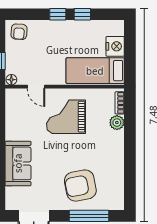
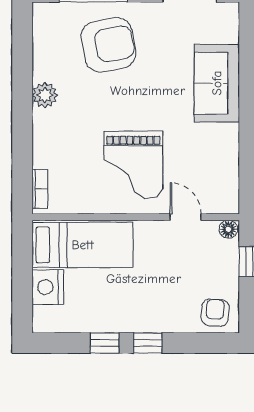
grand piano: (66, 117) -> (133, 165), turned 90
plant: (117, 123) -> (45, 95), moved

